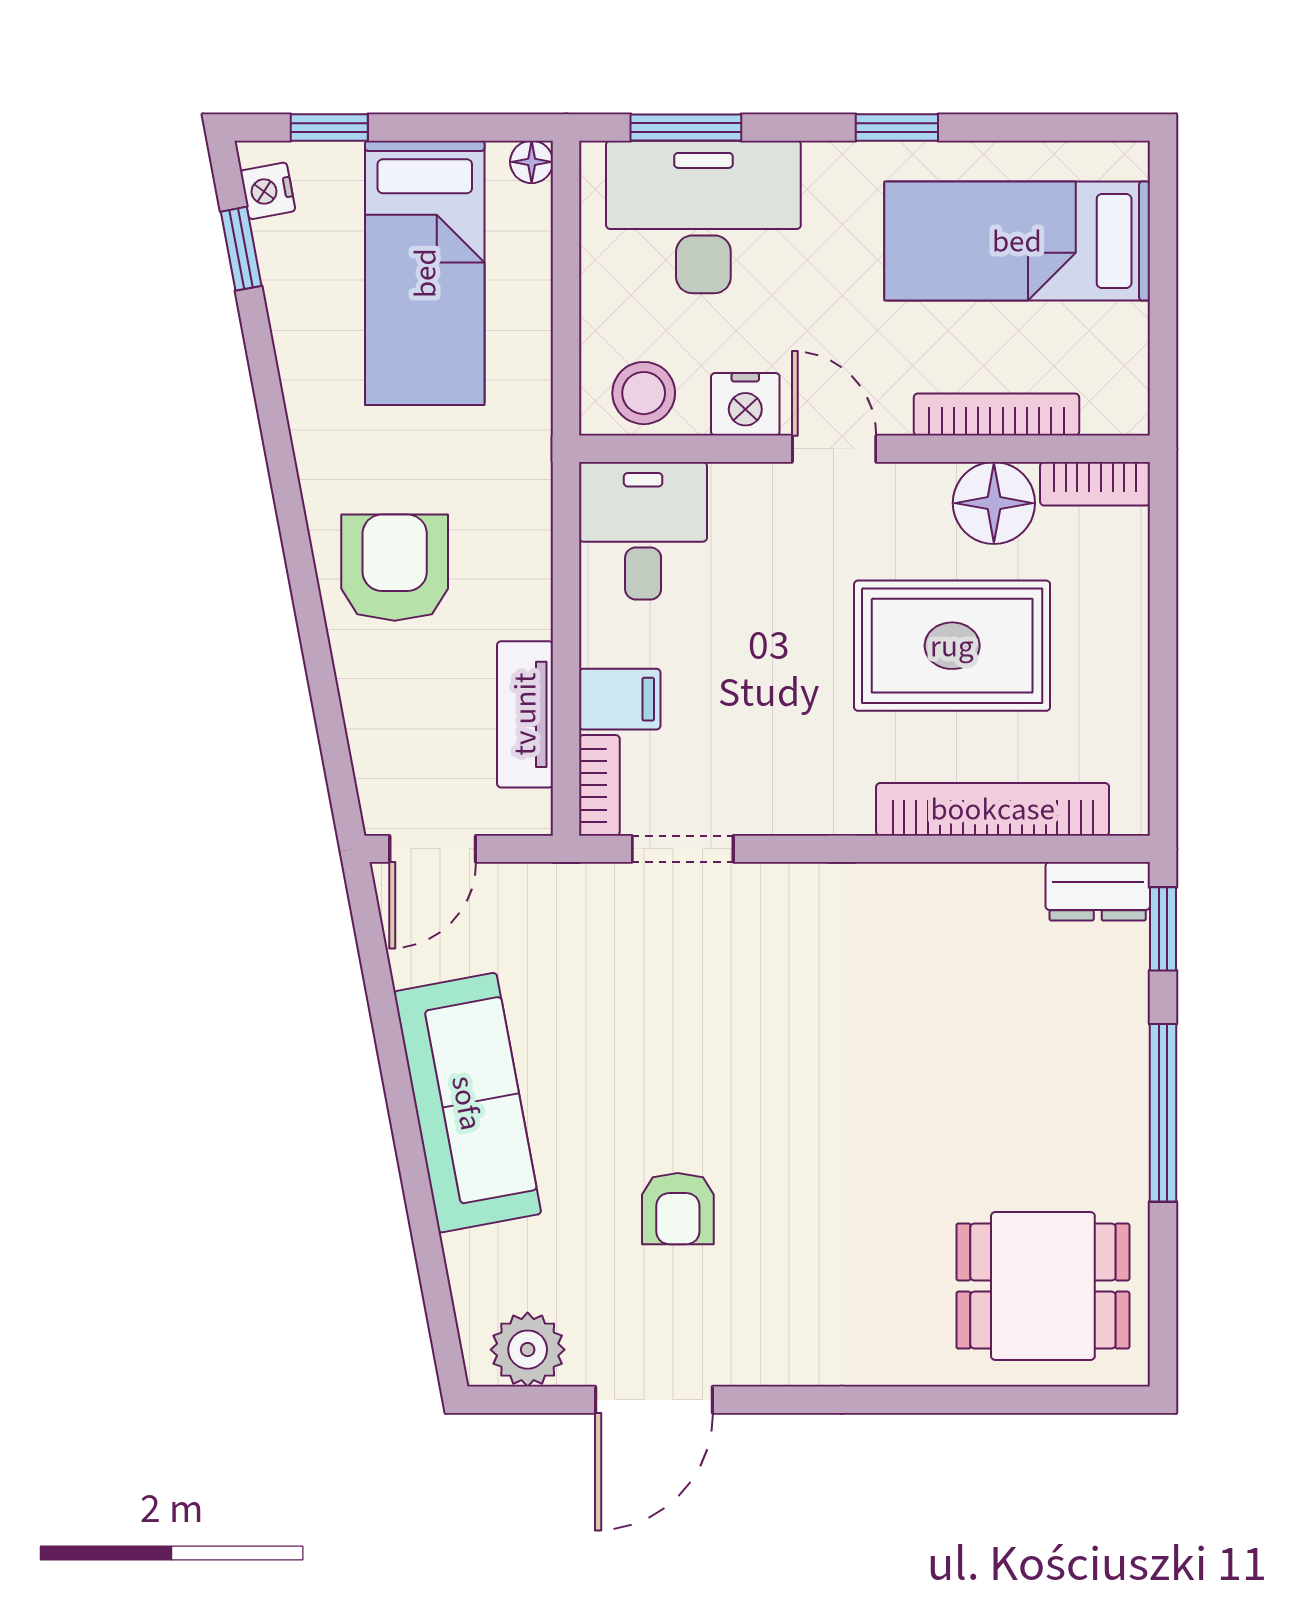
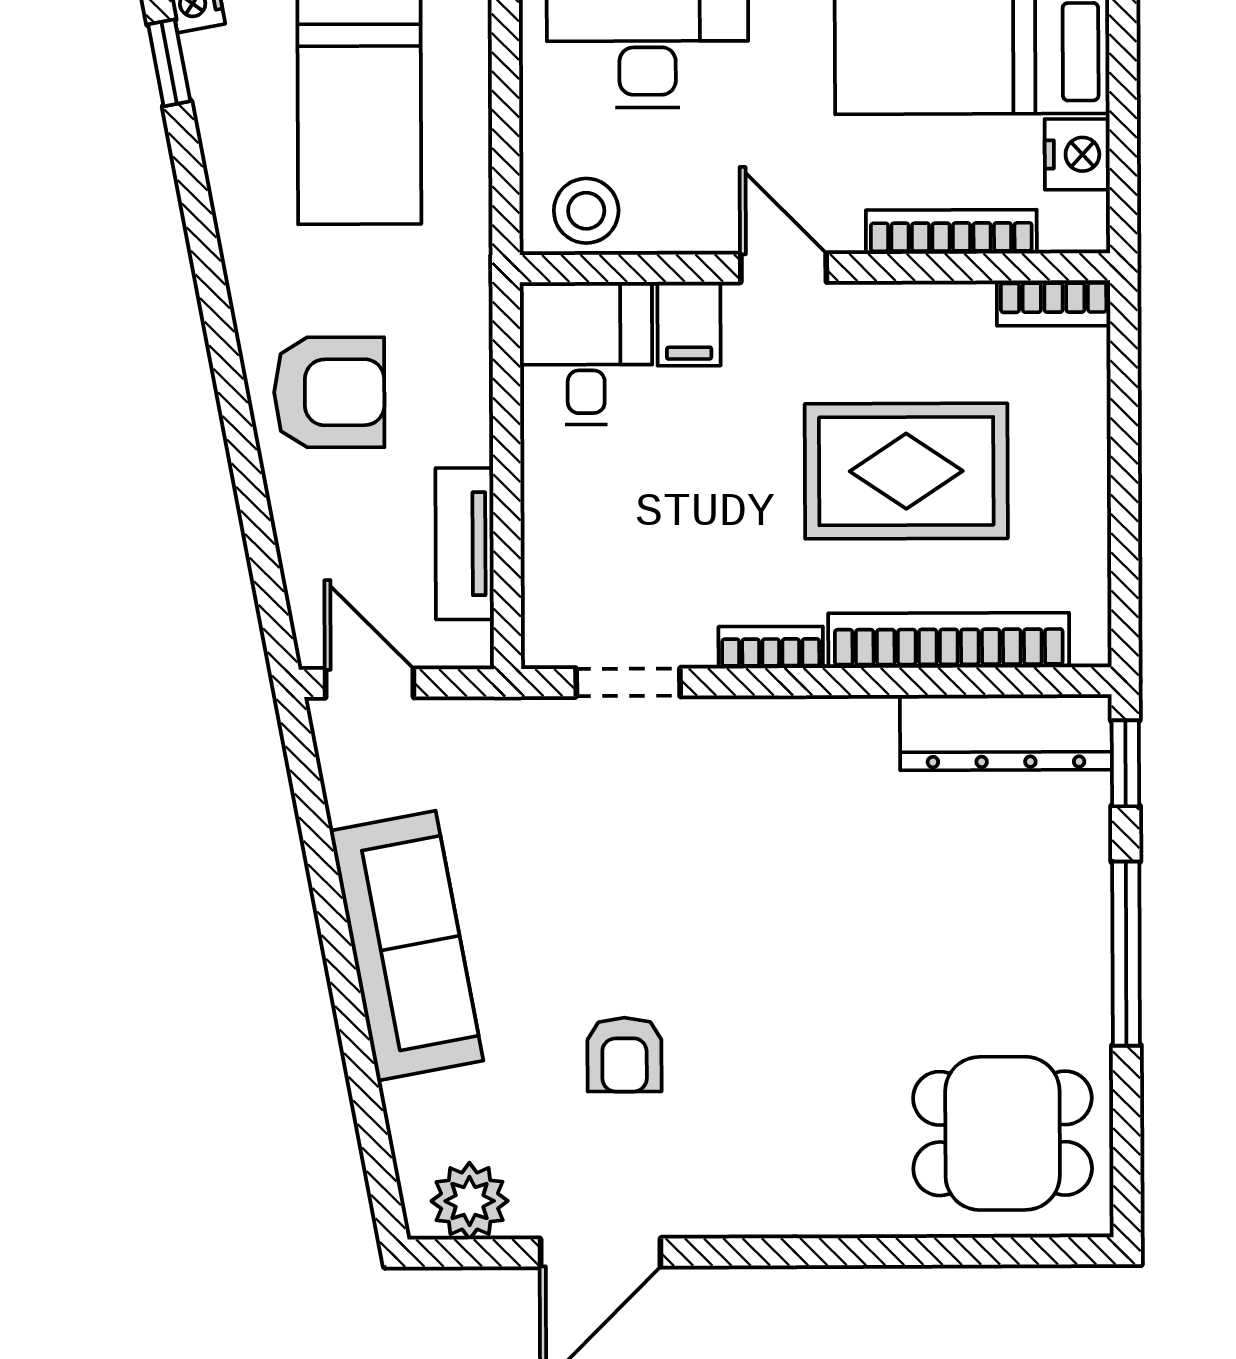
nightstand: (745, 404) -> (1077, 154), moved, turned -90
floor lamp: (994, 503) -> (949, 323), removed
armchair: (395, 568) -> (329, 392), turned 90
filing cabinet: (620, 699) -> (689, 324), moved, turned 90
bookcase: (599, 785) -> (771, 647), moved, turned -90
door: (433, 849) -> (369, 683), swing flipped
dresser: (1098, 891) -> (1006, 732), width x1.96, depth x1.24

